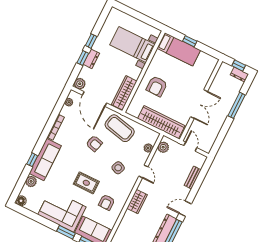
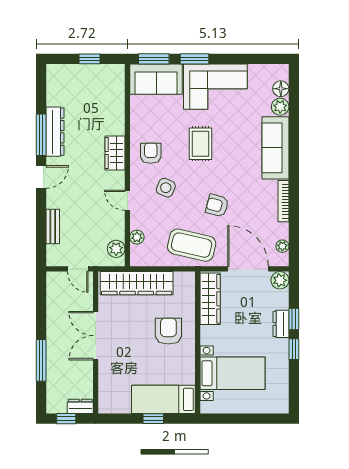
dresser: (239, 74) -> (80, 406), moved
window: (32, 160) -> (294, 138), removed
rug: (86, 183) -> (200, 144), turned 90
floor lamp: (21, 201) -> (281, 89), moved
armchair: (107, 202) -> (151, 153), moved

